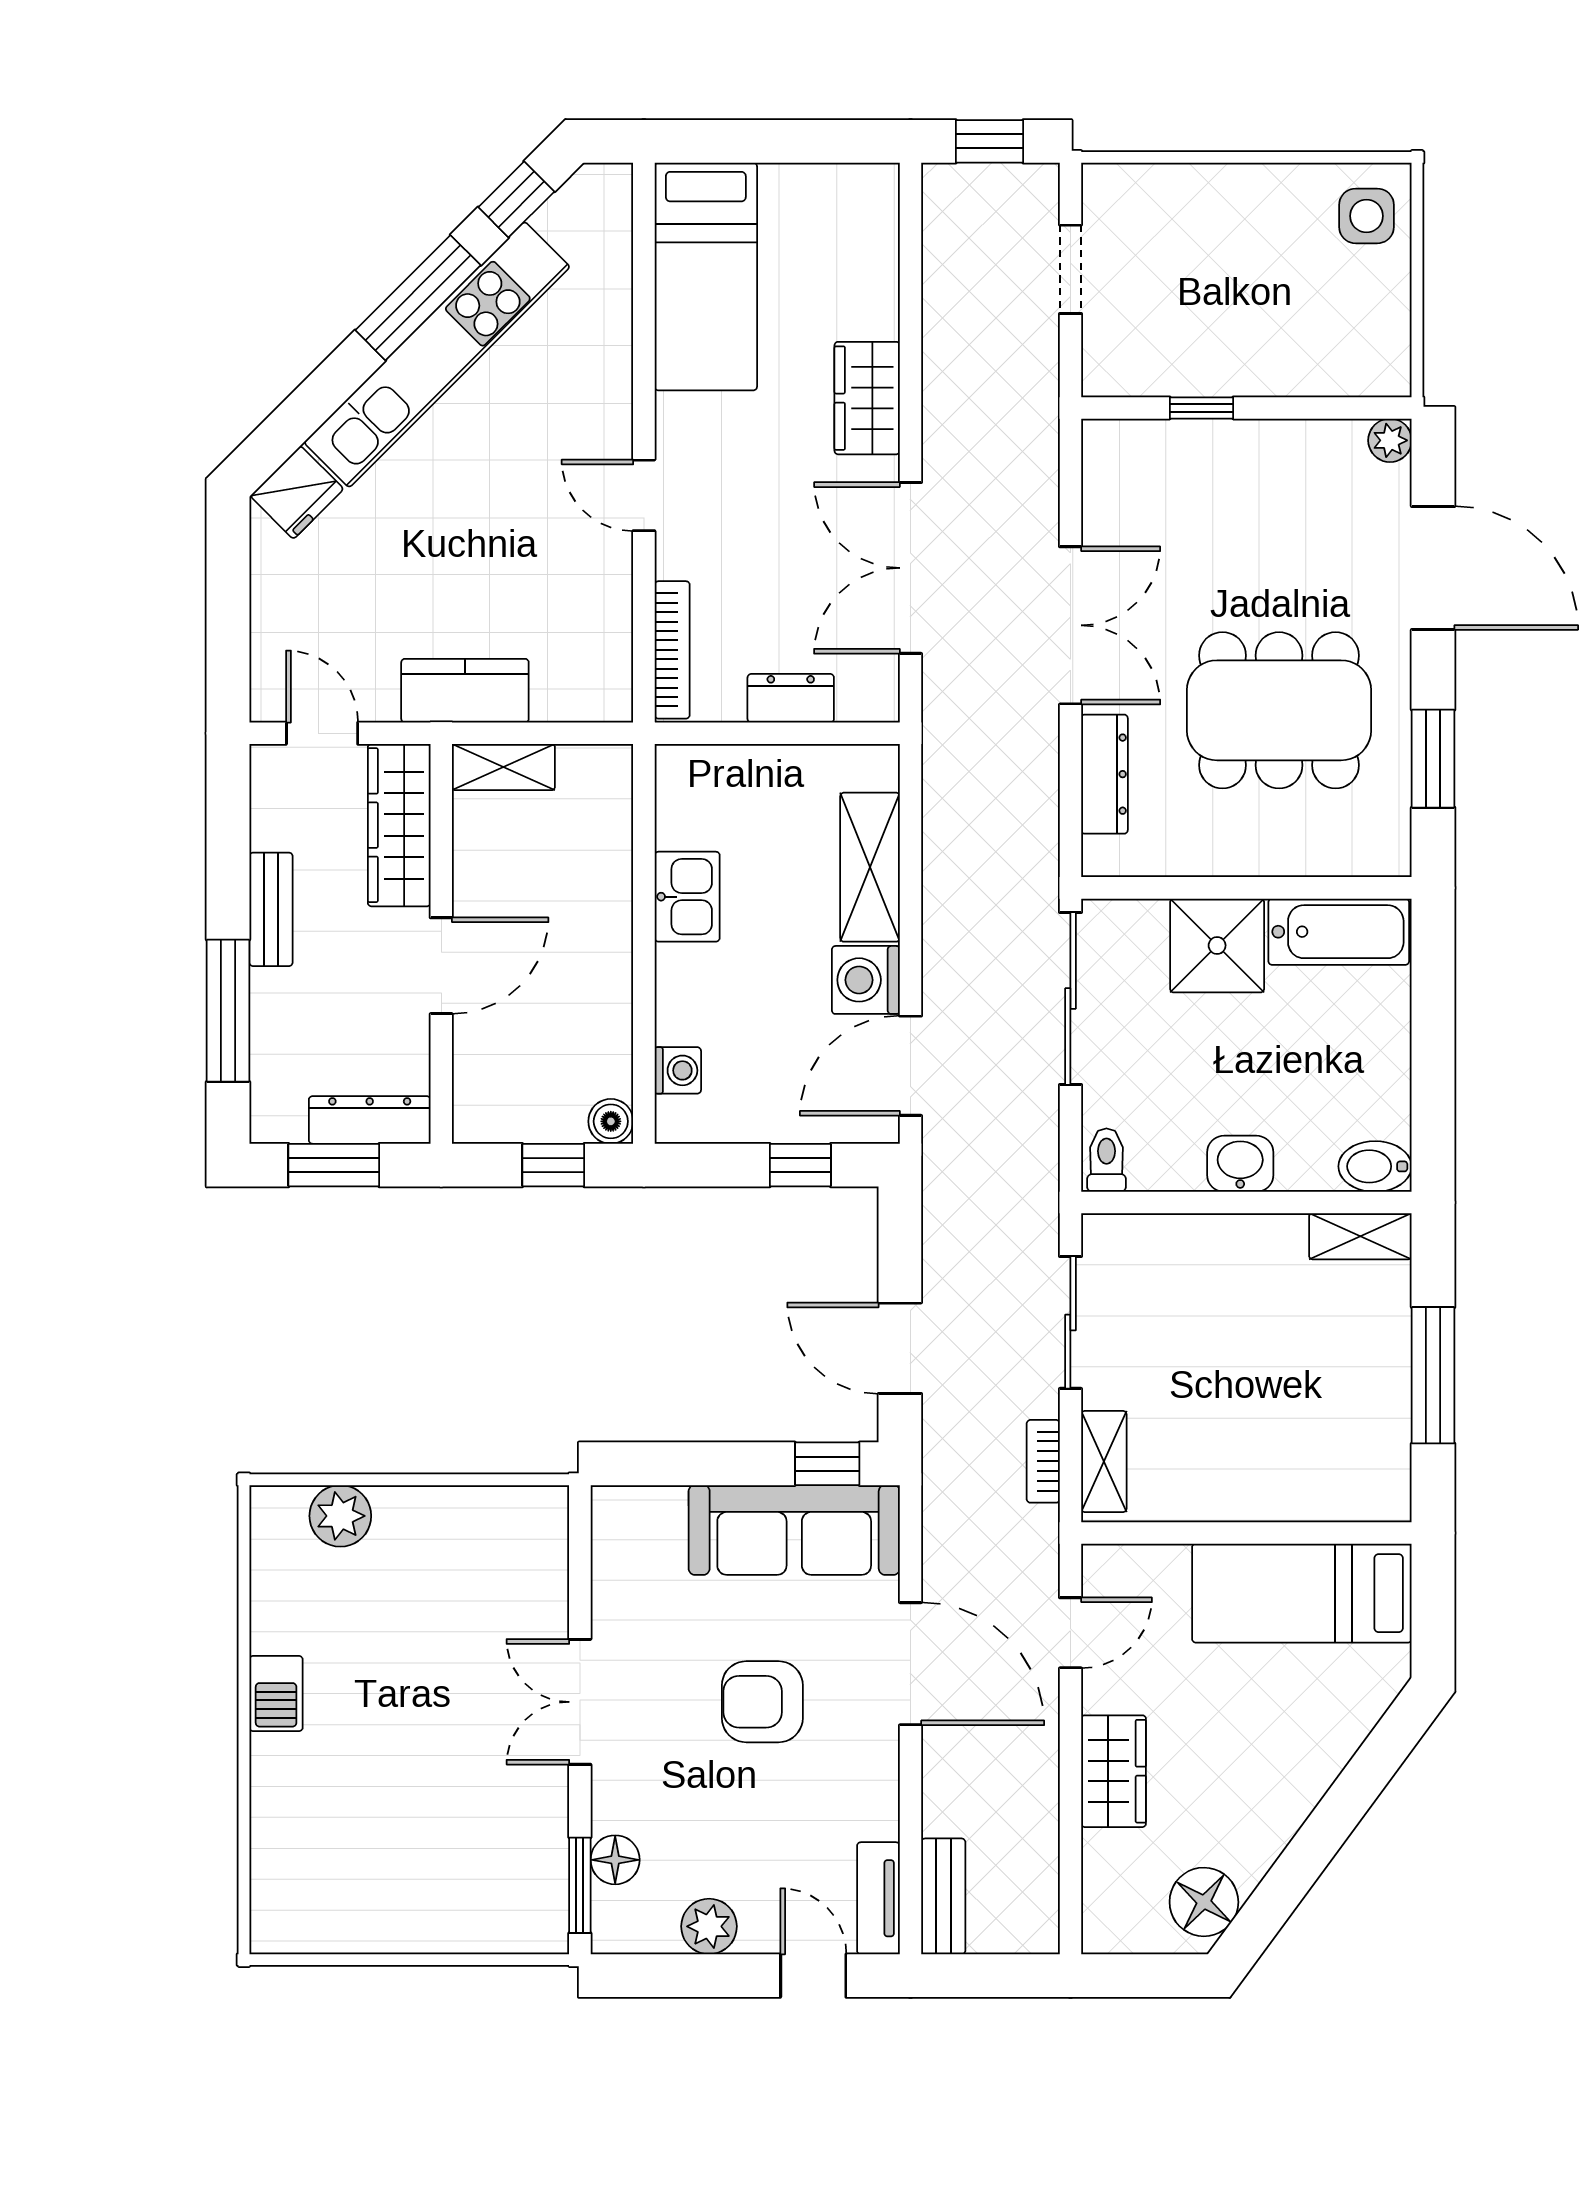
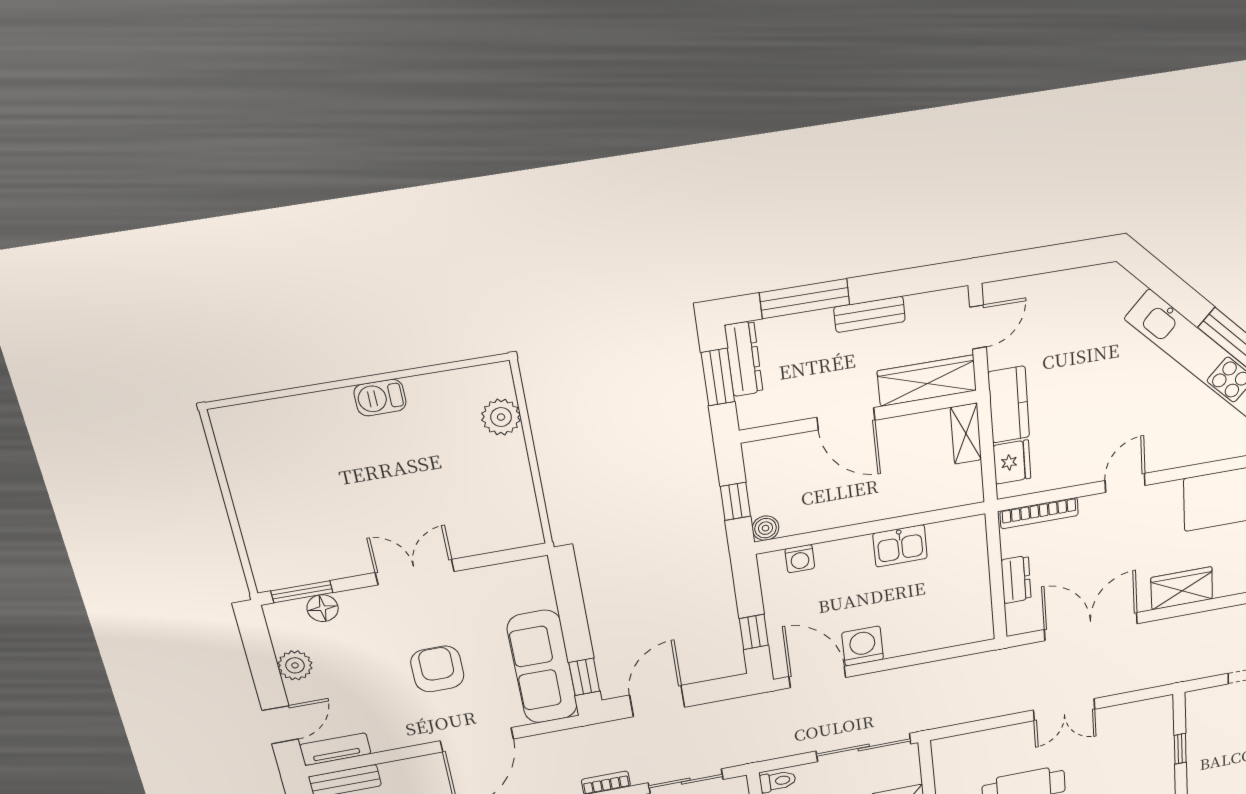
fridge: (297, 492) -> (1012, 462), moved, turned -135
double door: (1070, 625) -> (1064, 710), width x0.73
dresser: (1104, 774) -> (986, 741), removed
shelving: (870, 867) -> (926, 637), removed
dresser: (370, 1120) -> (744, 359), moved

